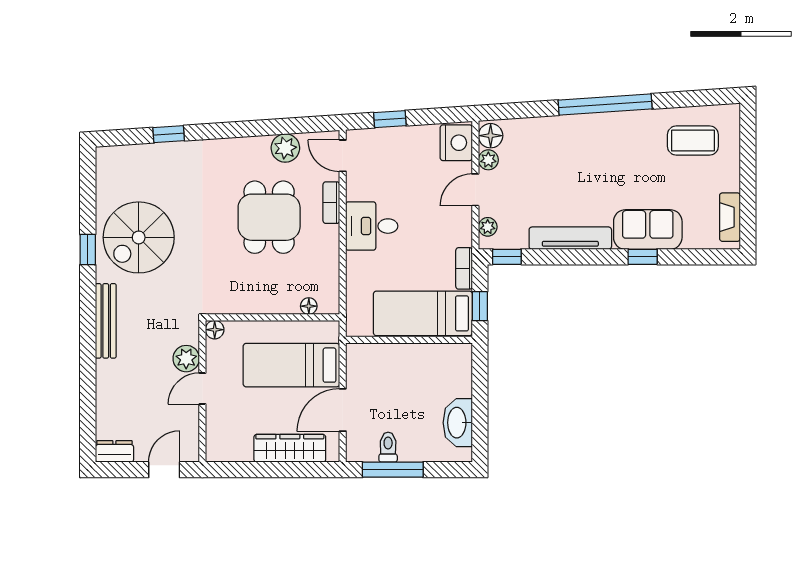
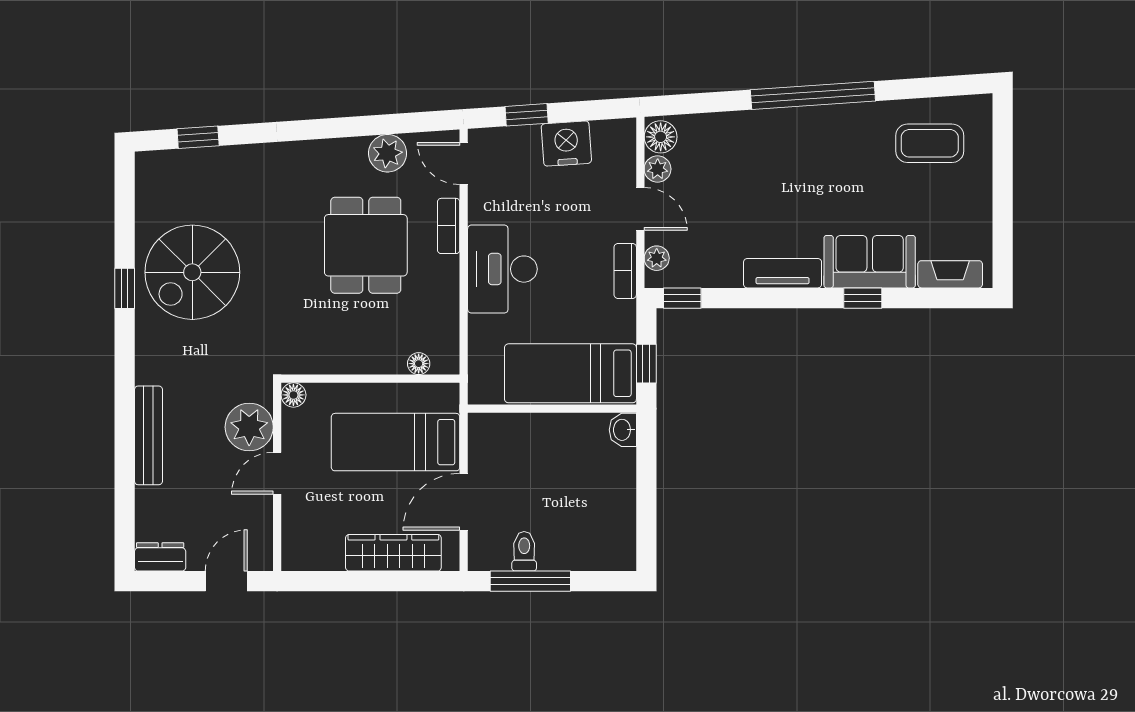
window: (169, 134) -> (198, 137), moved
nightstand: (456, 143) -> (566, 144), moved, turned -94
door: (475, 190) -> (640, 209), swing flipped
fireplace: (730, 217) -> (950, 274), moved, turned 90
desk: (372, 226) -> (502, 269), width x1.37
tv unit: (570, 238) -> (783, 273), width x0.71
bookcase: (464, 268) -> (625, 271), moved
bench: (106, 321) -> (148, 435), moved
plant: (186, 359) -> (249, 427), width x1.36, depth x1.36
washbasin: (458, 423) -> (623, 430), moved, width x0.52, depth x0.69

